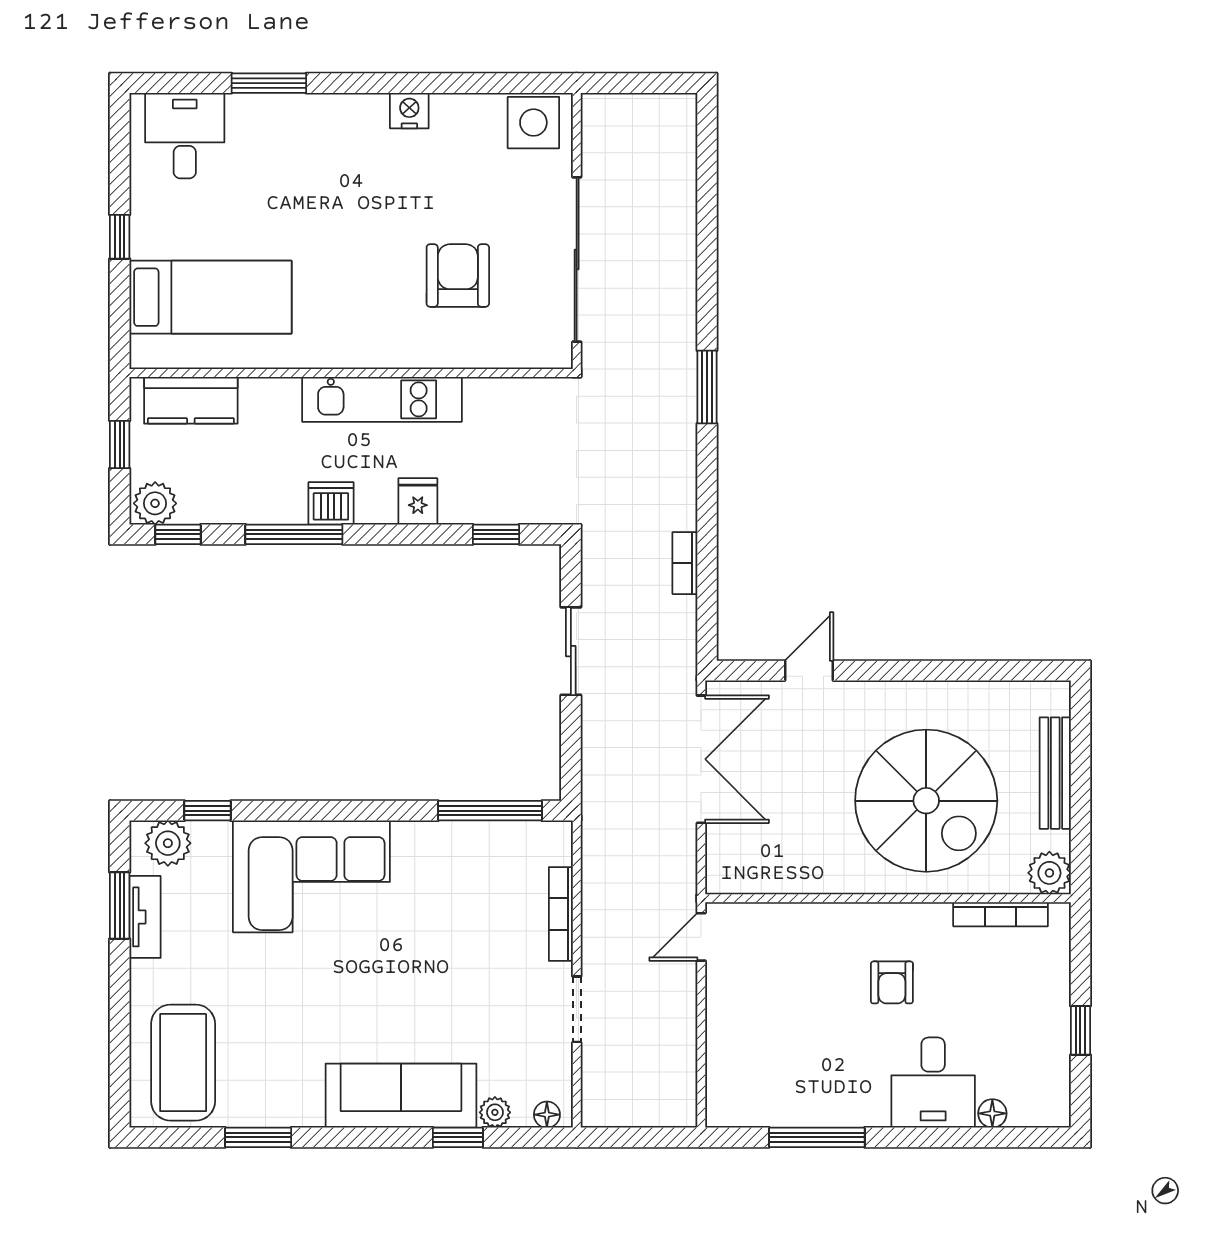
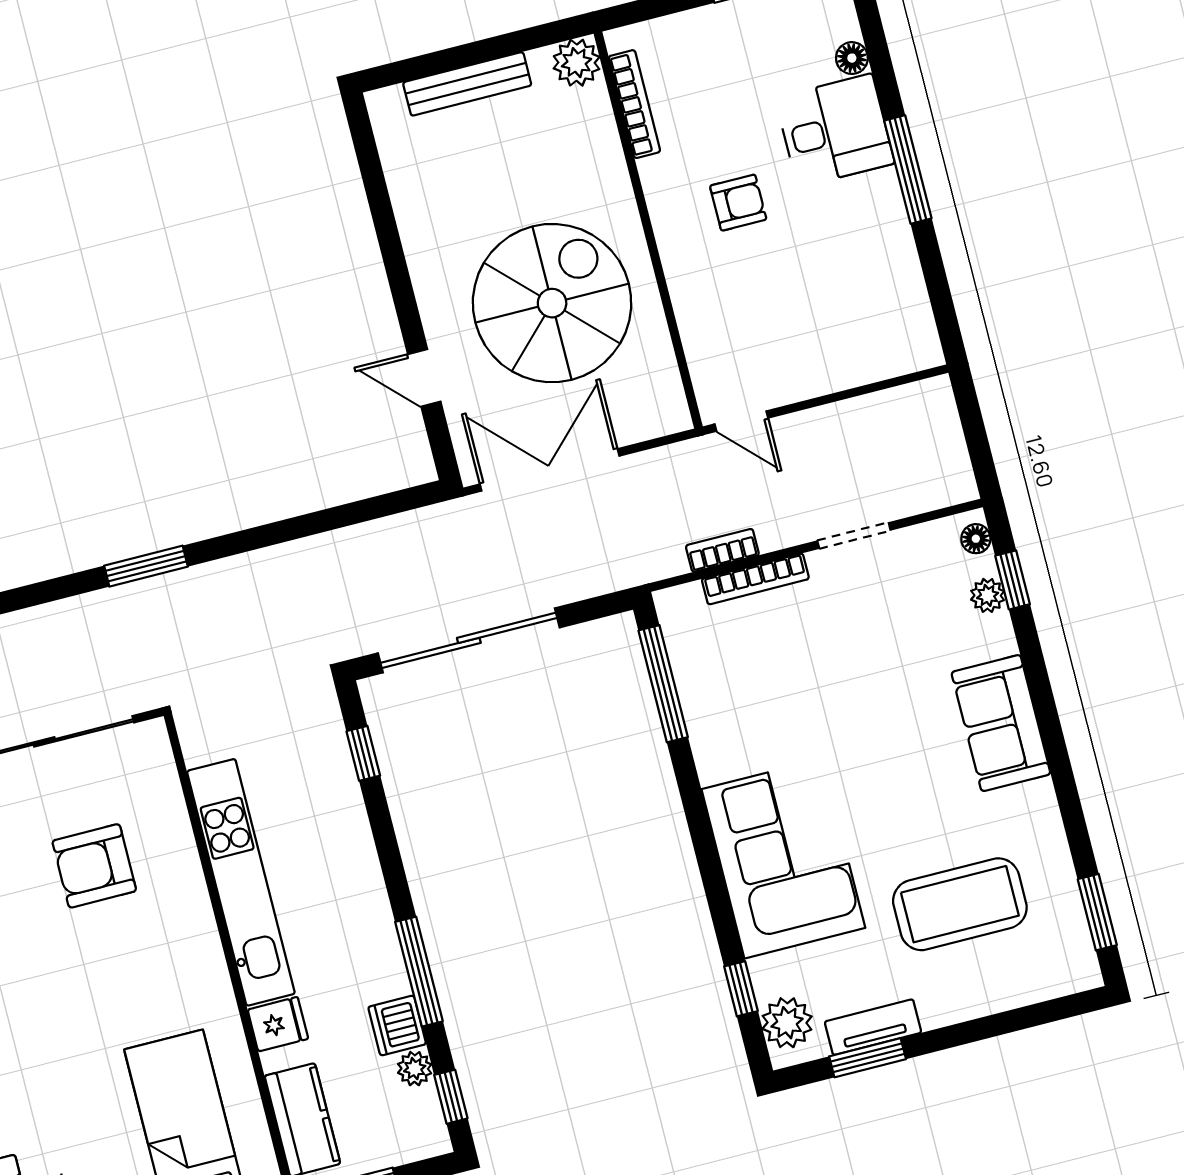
kitchen unit: (382, 399) -> (241, 882), width x1.36
fridge: (418, 501) -> (278, 1024), moved, turned 180
plant: (155, 503) -> (415, 1069), moved, width x0.73, depth x0.73
dishwasher: (331, 503) -> (397, 1026), moved
bookcase: (685, 563) -> (722, 550), moved, turned 180
sliding door: (571, 651) -> (469, 640), width x1.86
spiral stairs: (926, 801) -> (552, 303), moved
coffee table: (183, 1063) -> (960, 904), moved
sofa: (401, 1096) -> (1001, 723), width x0.73
window: (258, 1137) -> (1097, 912), moved
window: (458, 1137) -> (1013, 580), moved
window: (817, 1137) -> (908, 169), moved

